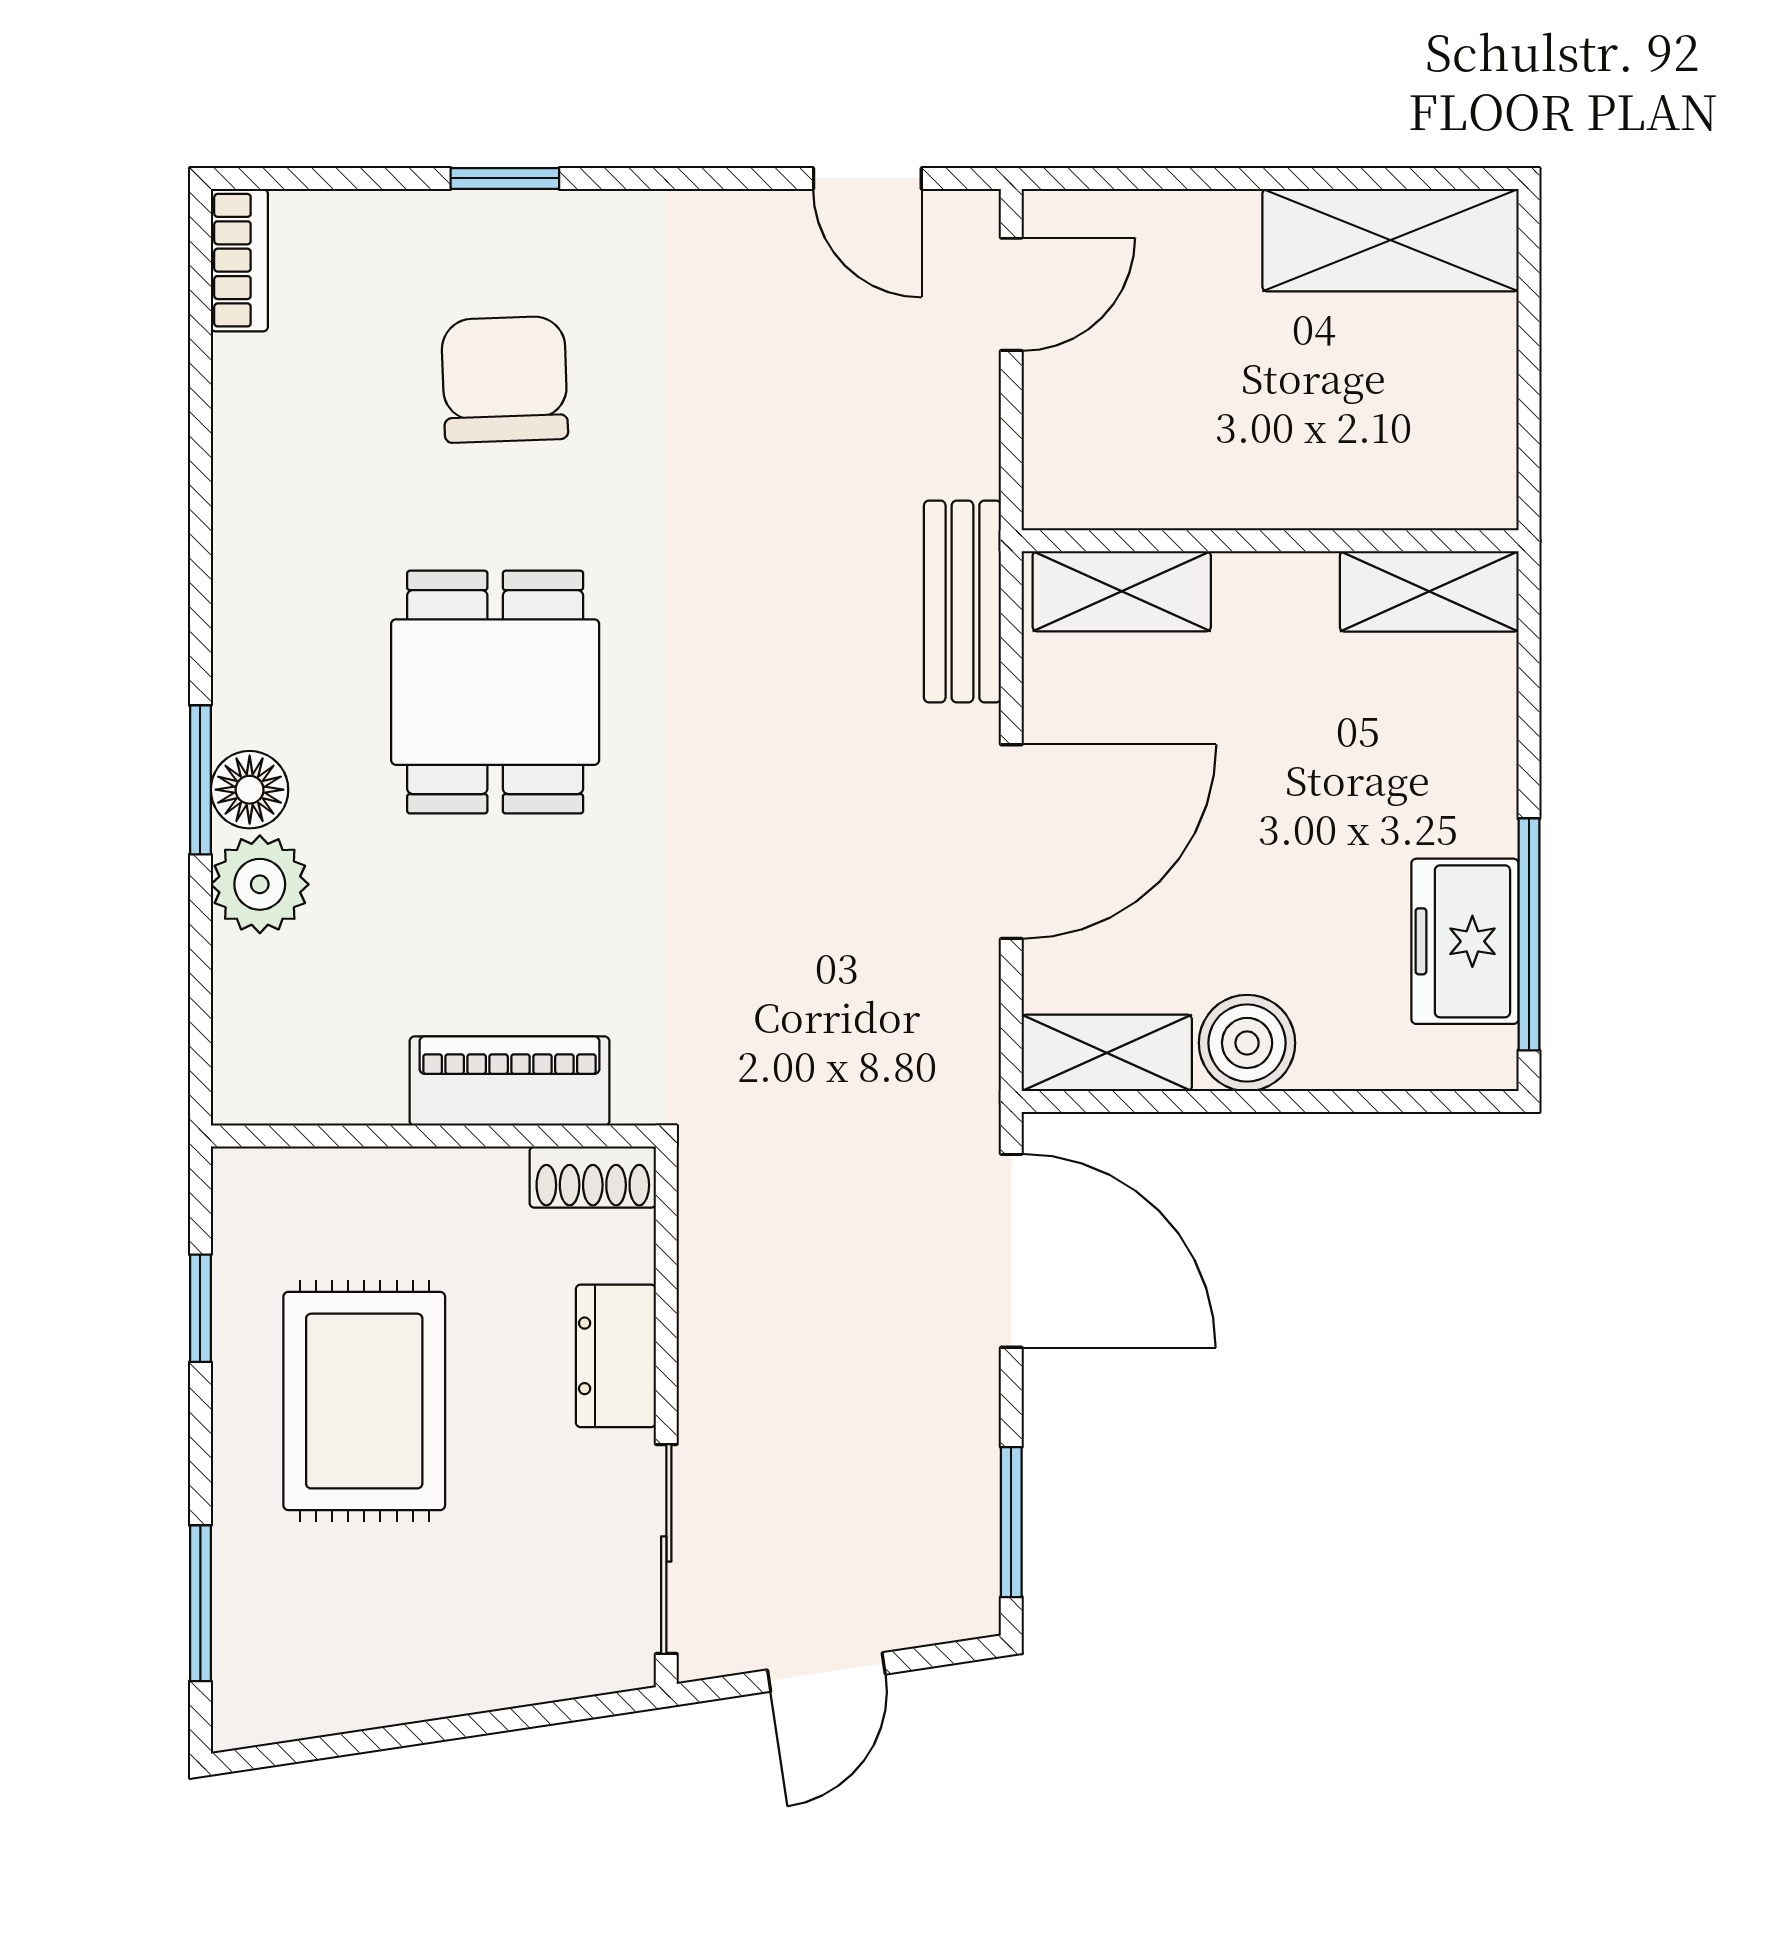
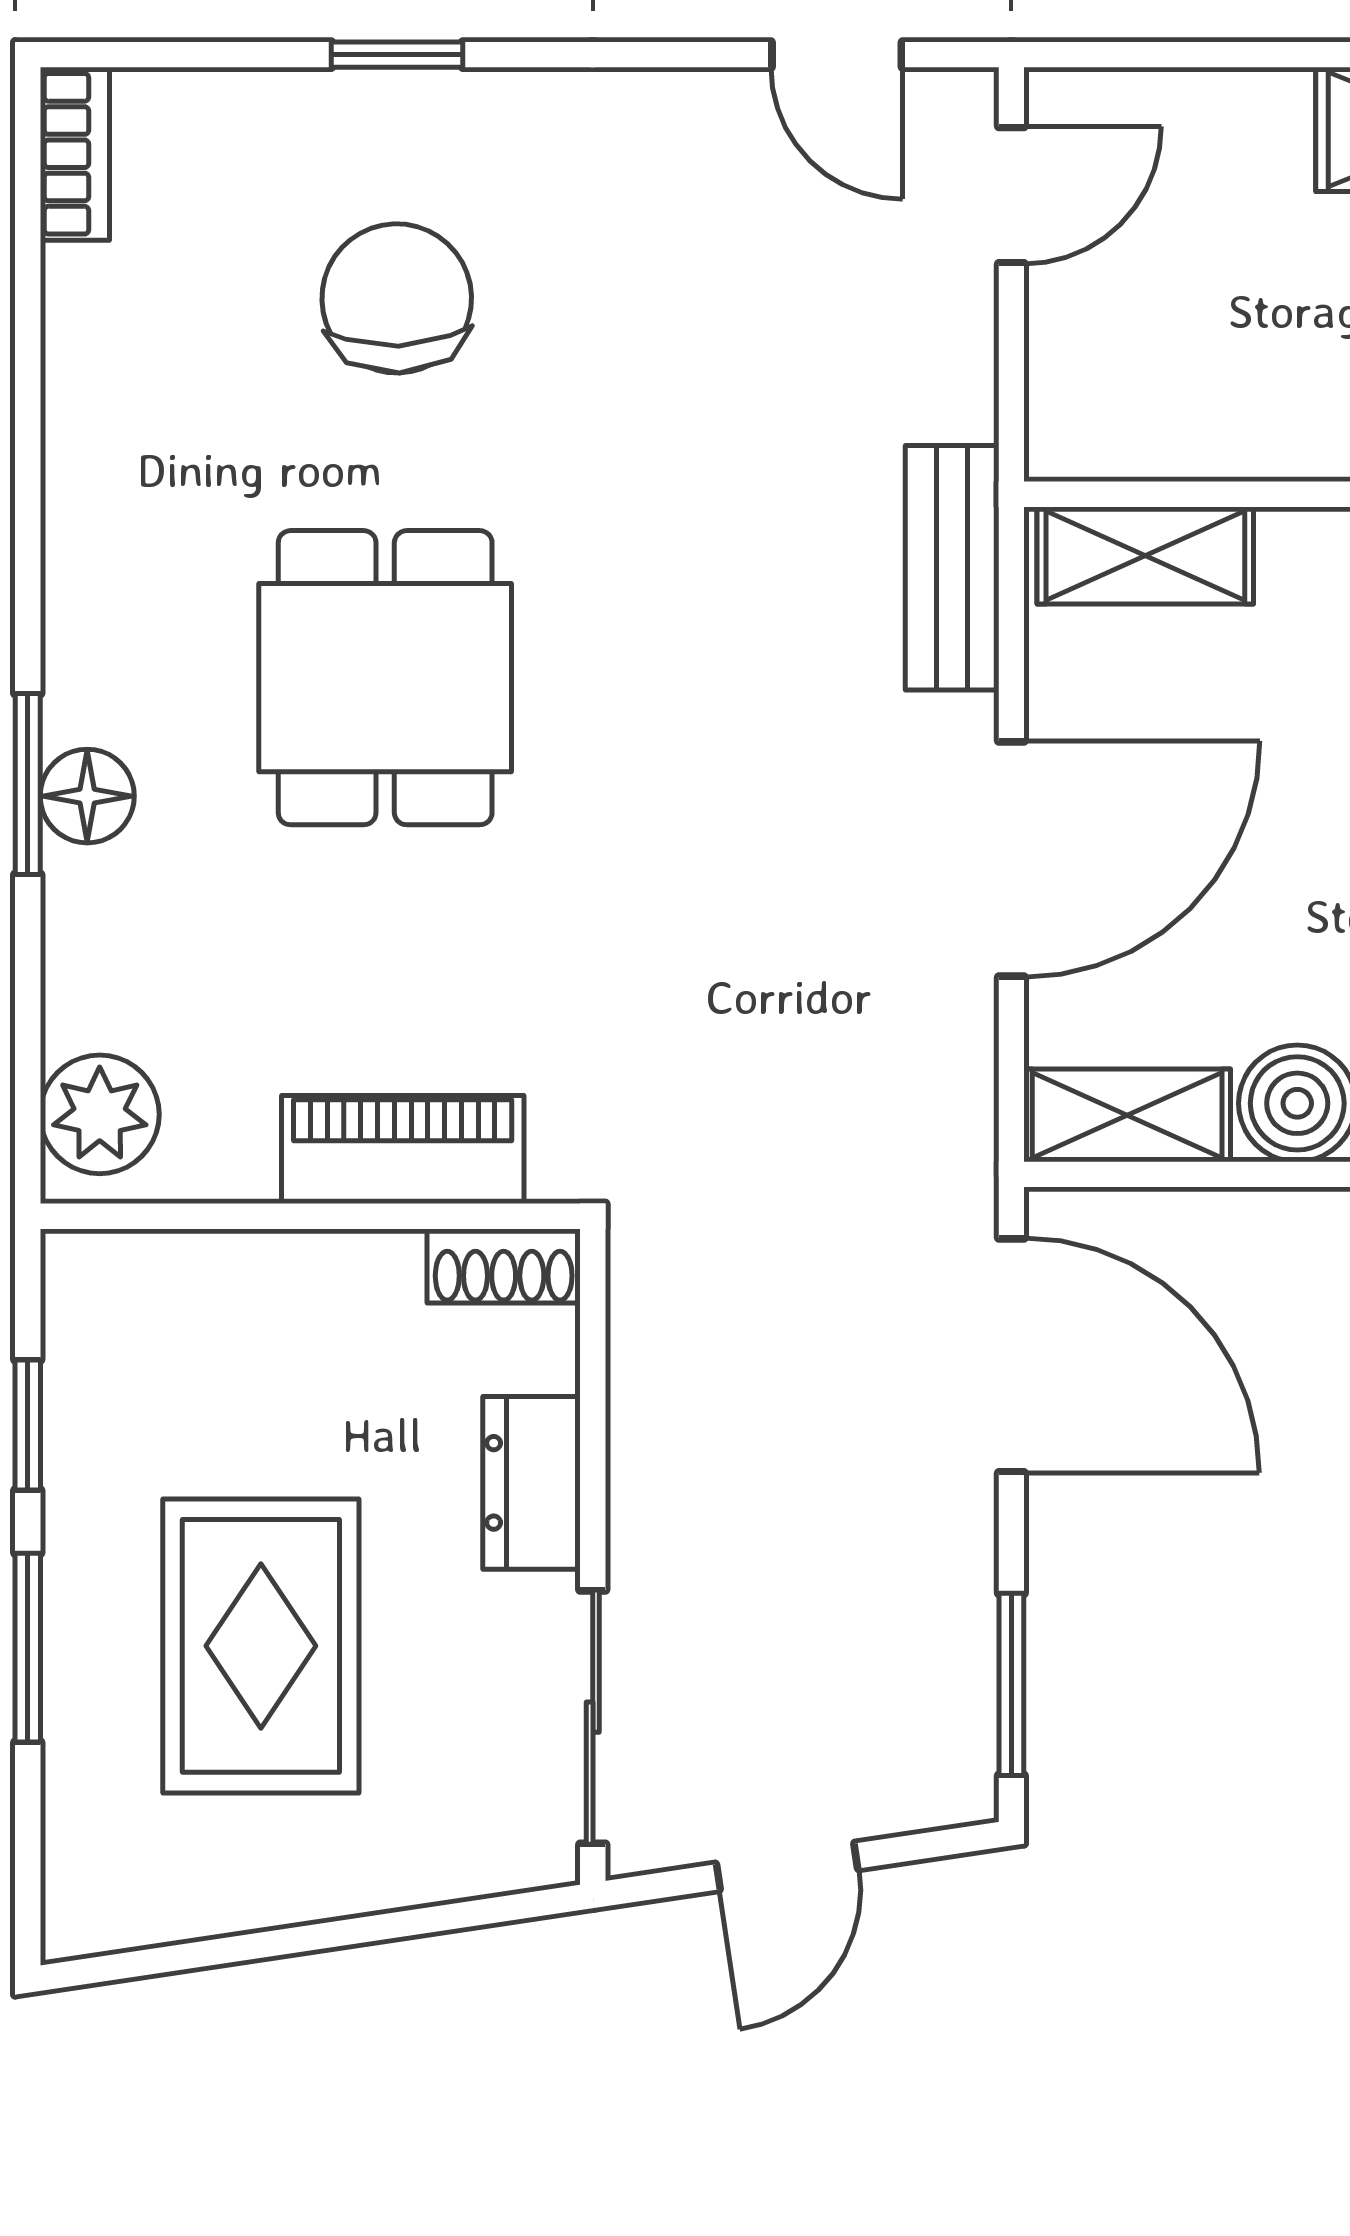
plant: (260, 884) -> (100, 1114), moved
rug: (364, 1401) -> (261, 1646), moved
window: (200, 1603) -> (28, 1648), moved

